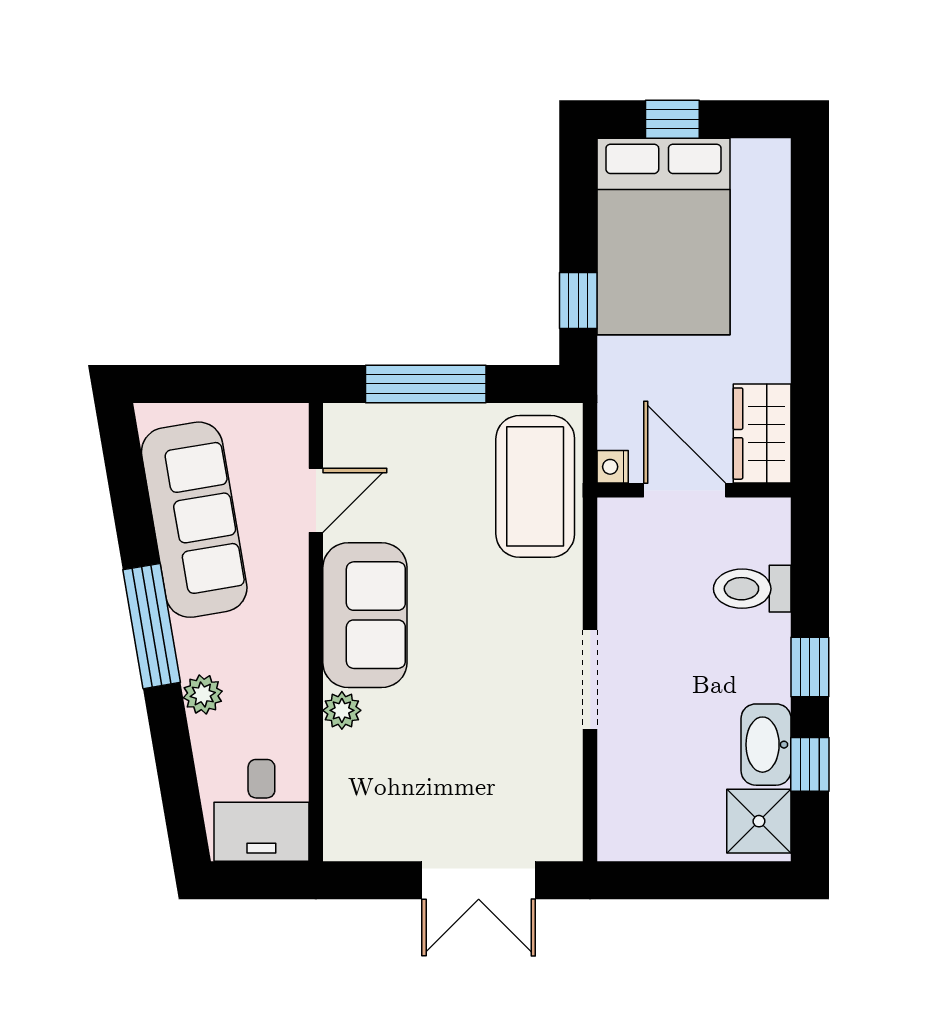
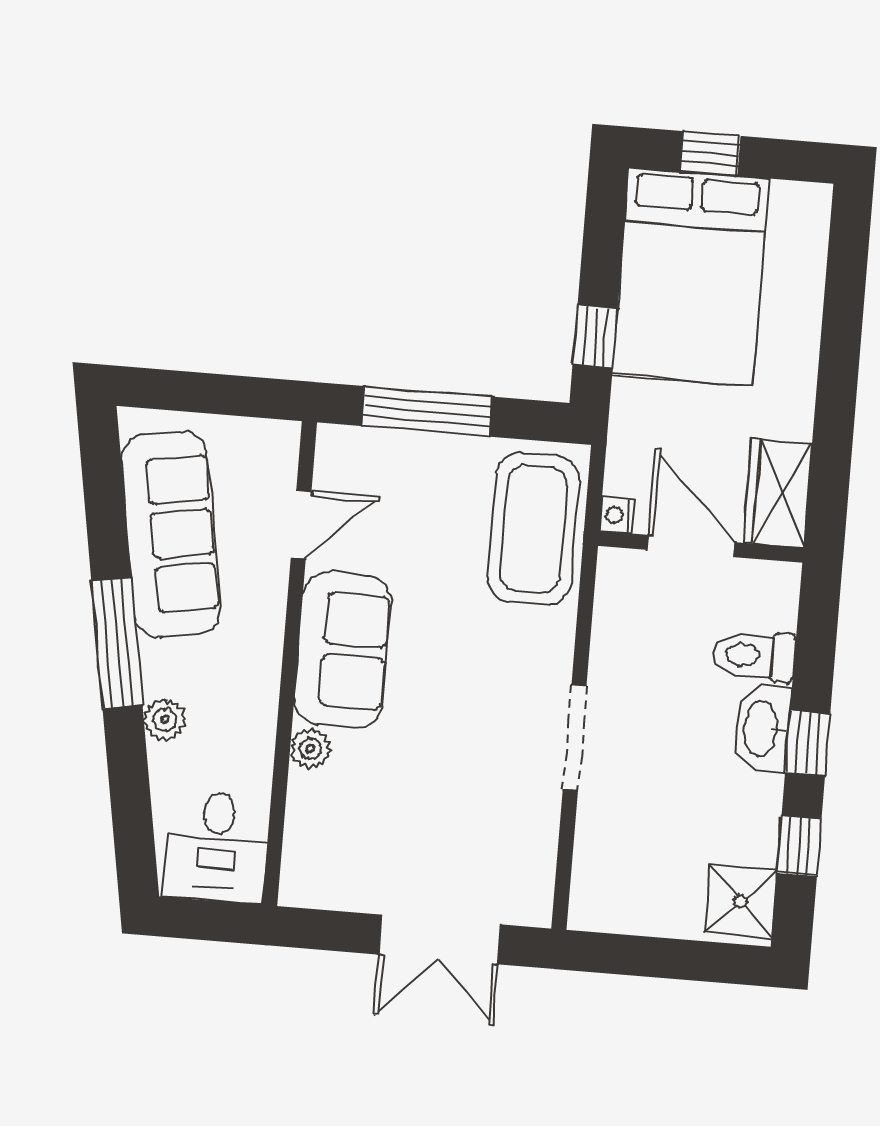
washbasin: (766, 745) -> (762, 729), moved

